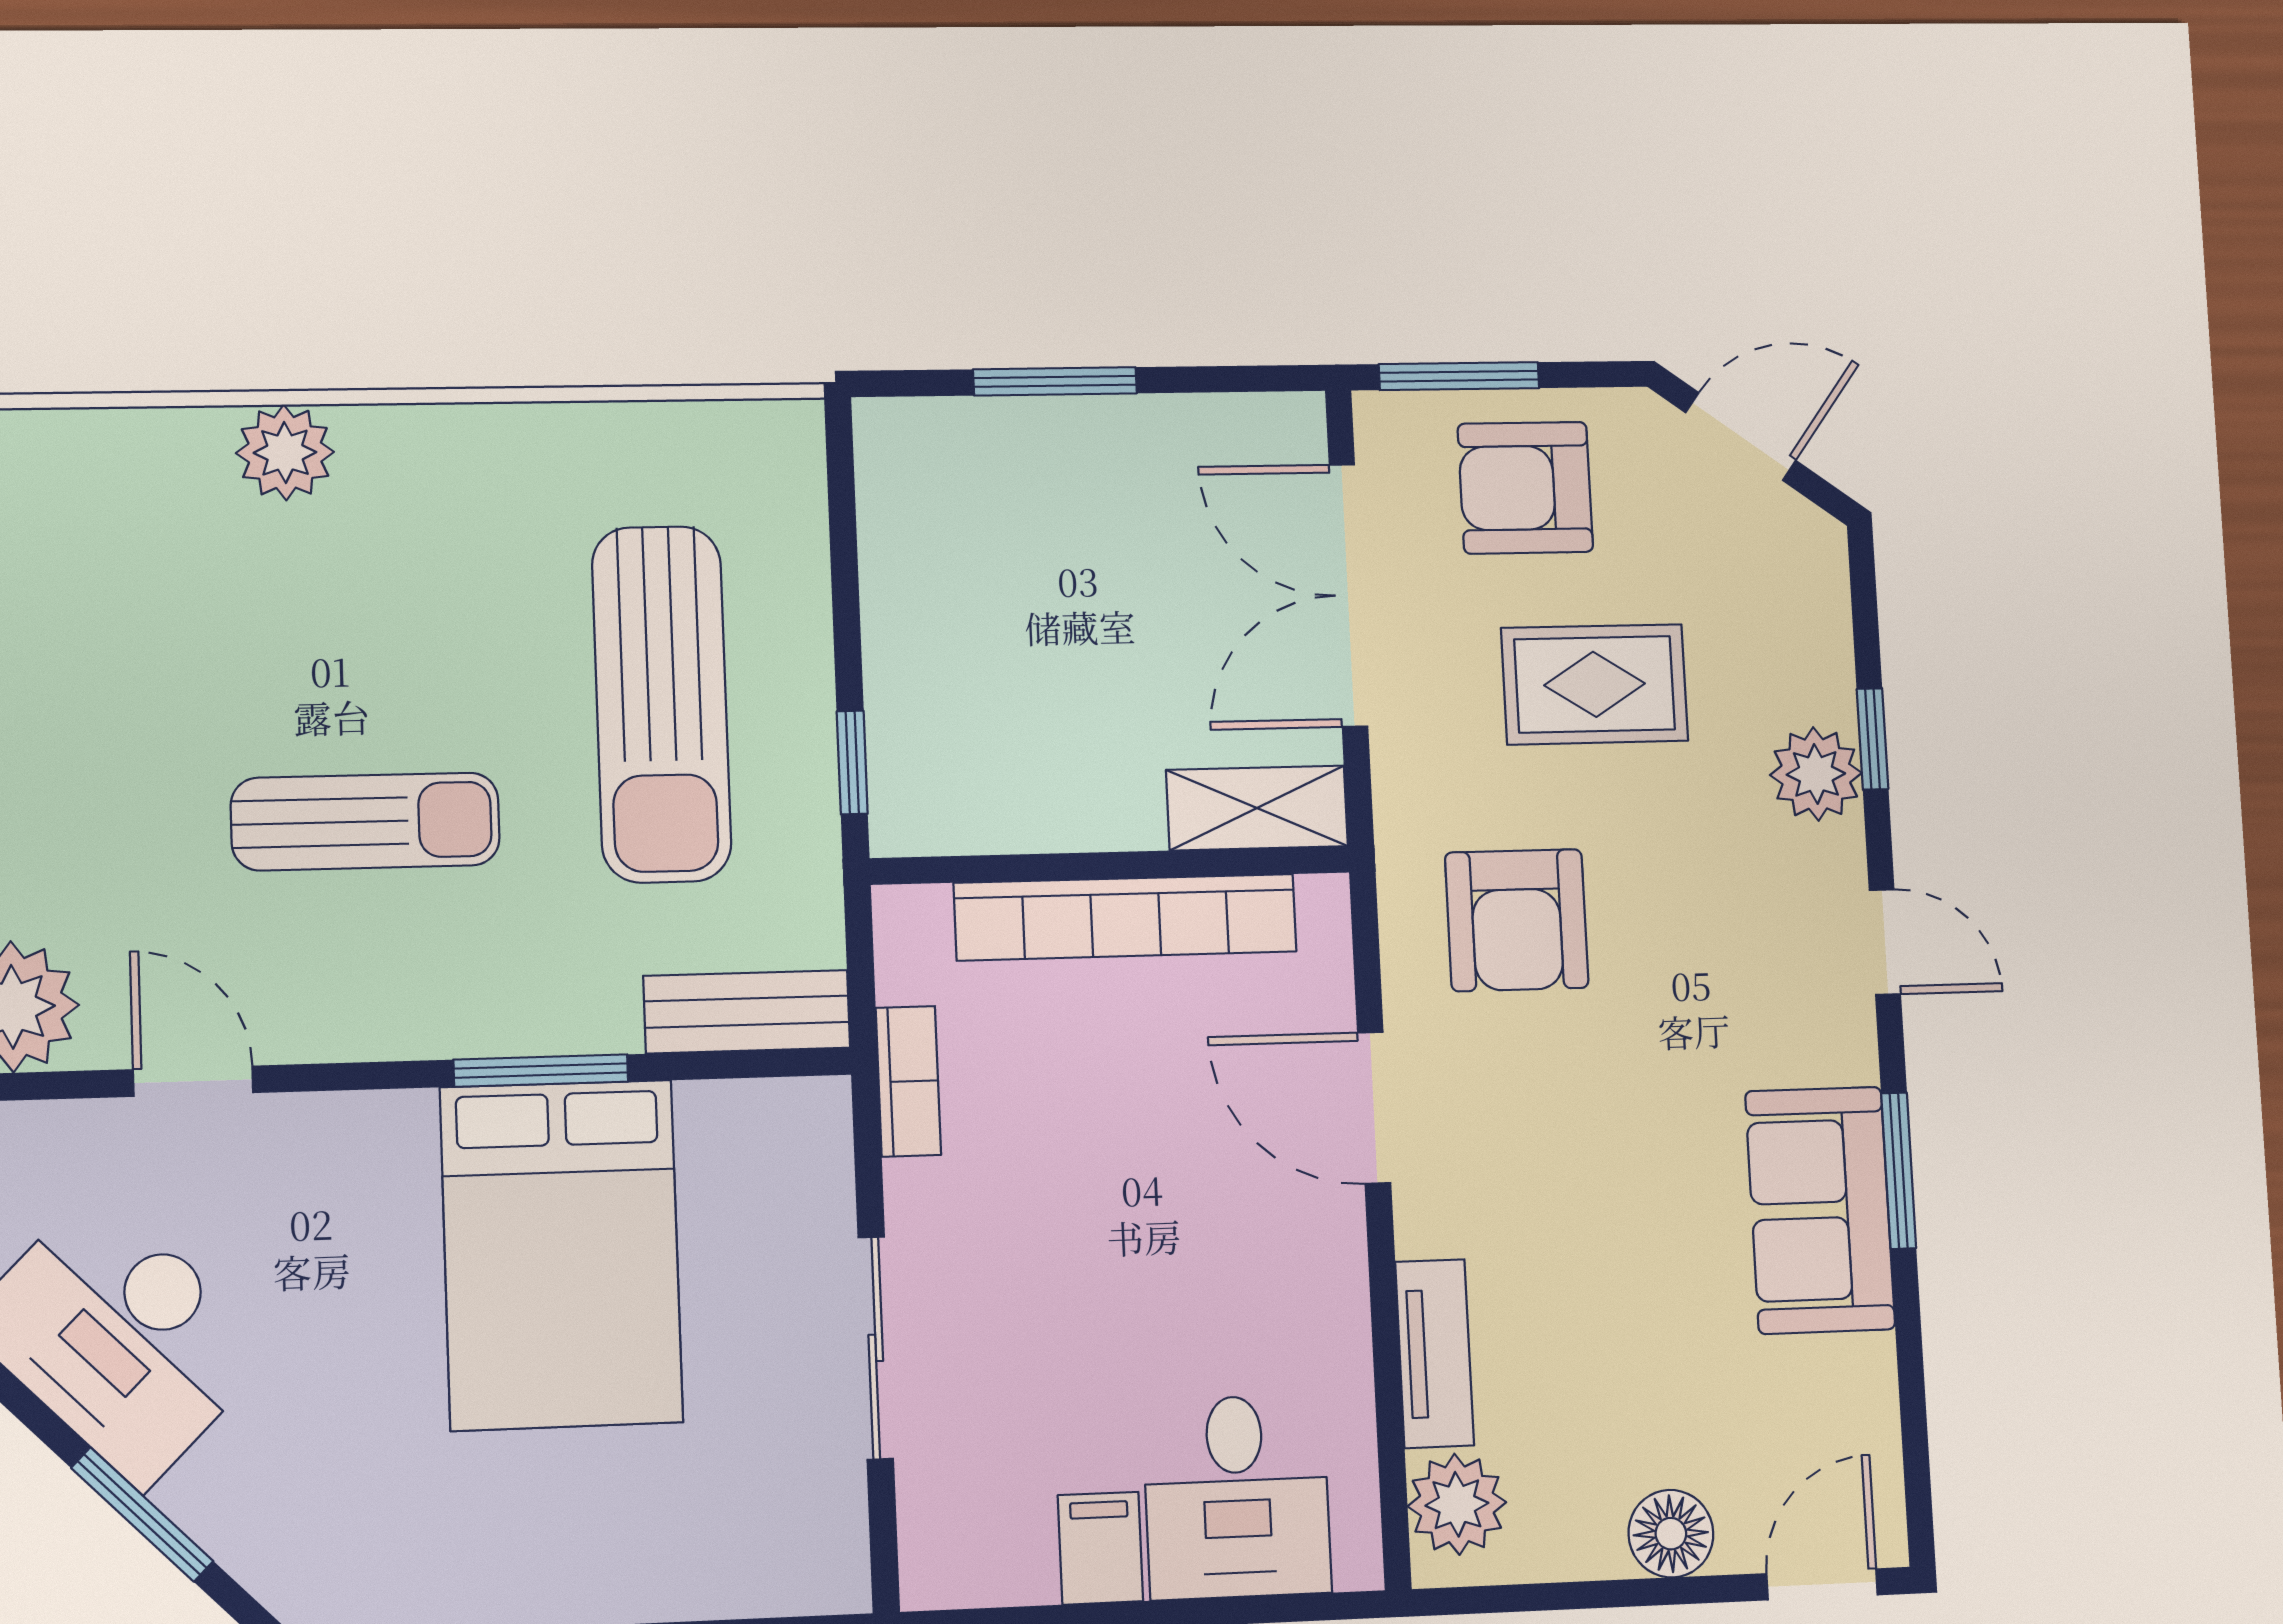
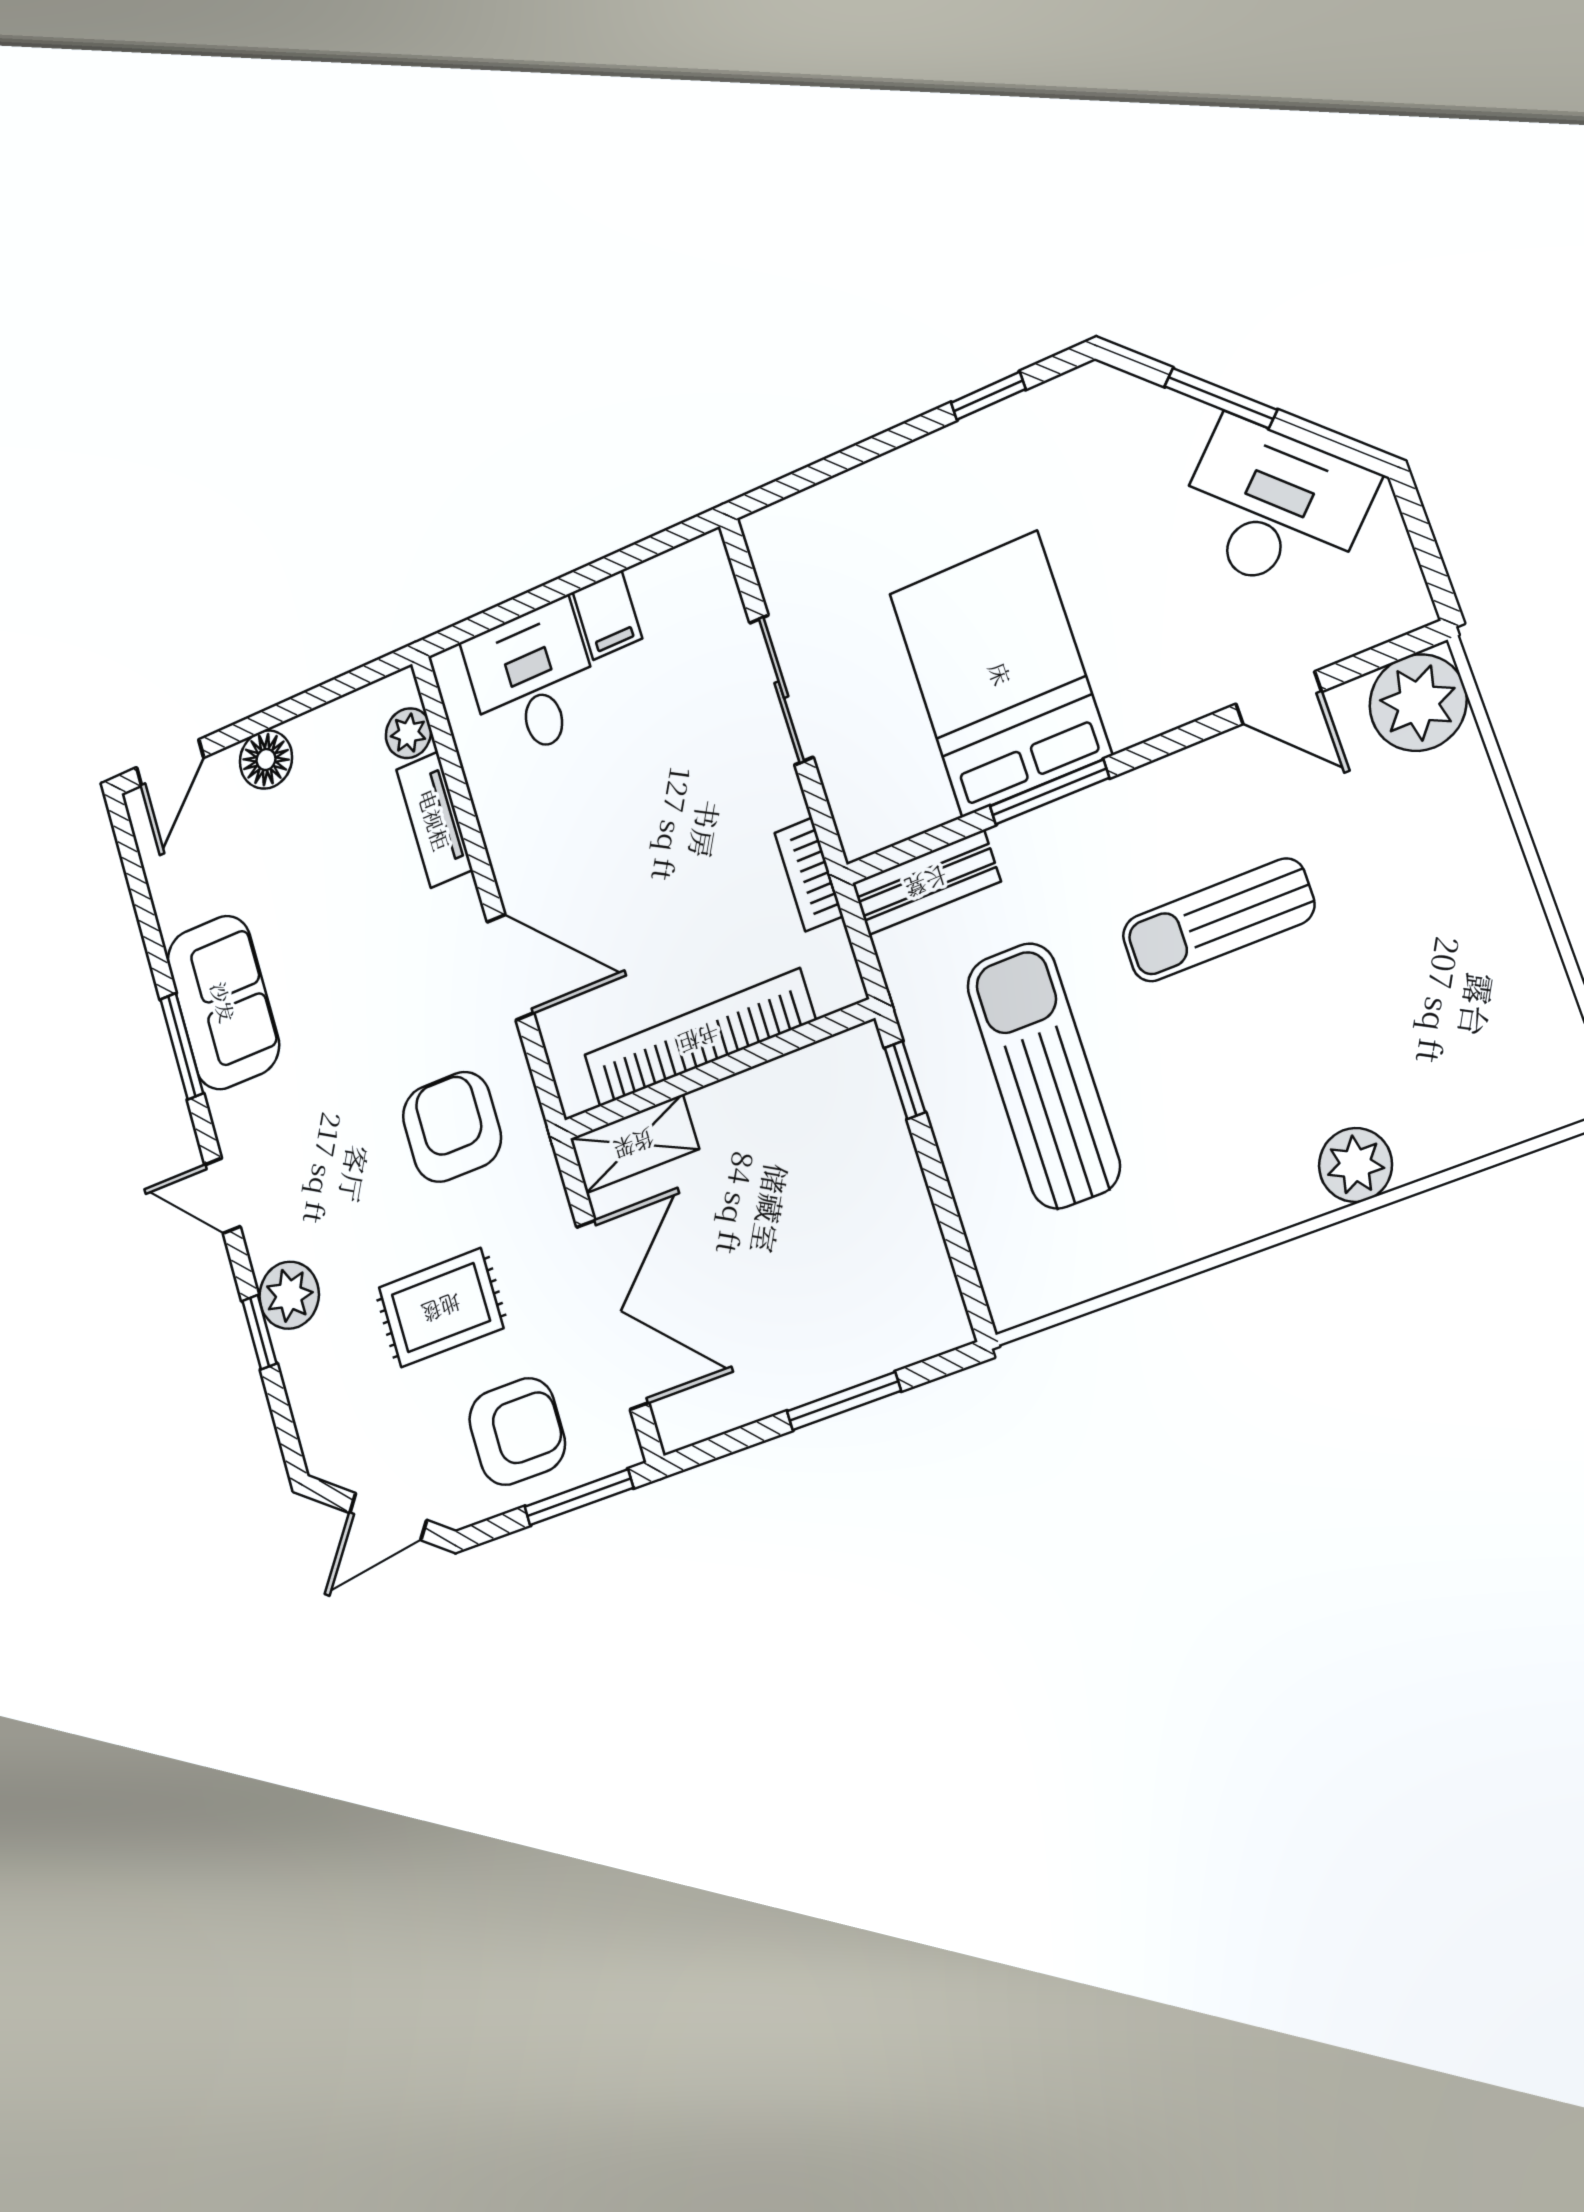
plant: (1457, 1504) -> (408, 733), width x0.73, depth x0.73

